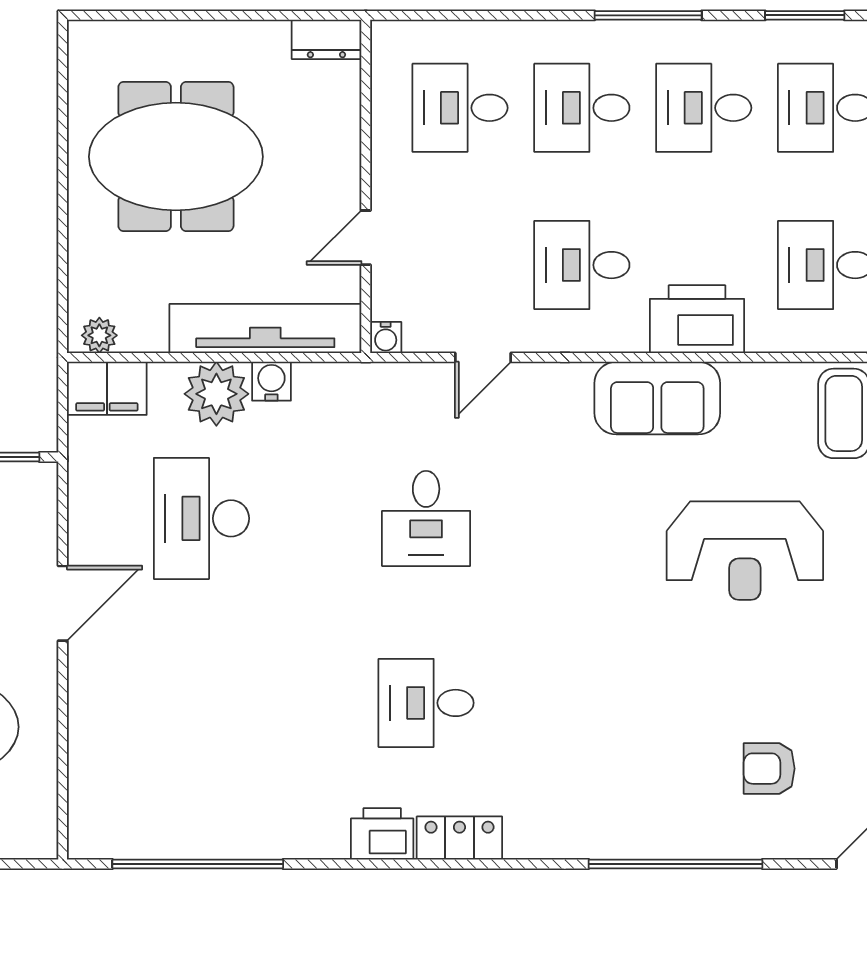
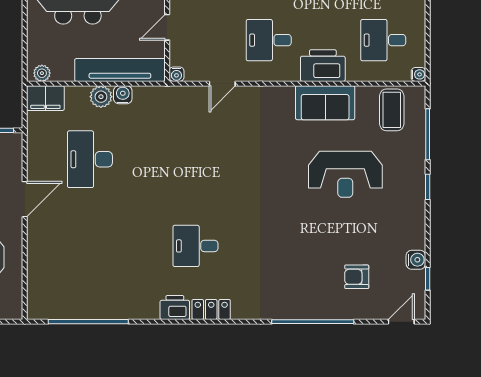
plant: (216, 394) -> (101, 97), width x0.73, depth x0.73
sofa: (657, 398) -> (325, 103), moved
desk: (426, 518) -> (195, 159), removed

